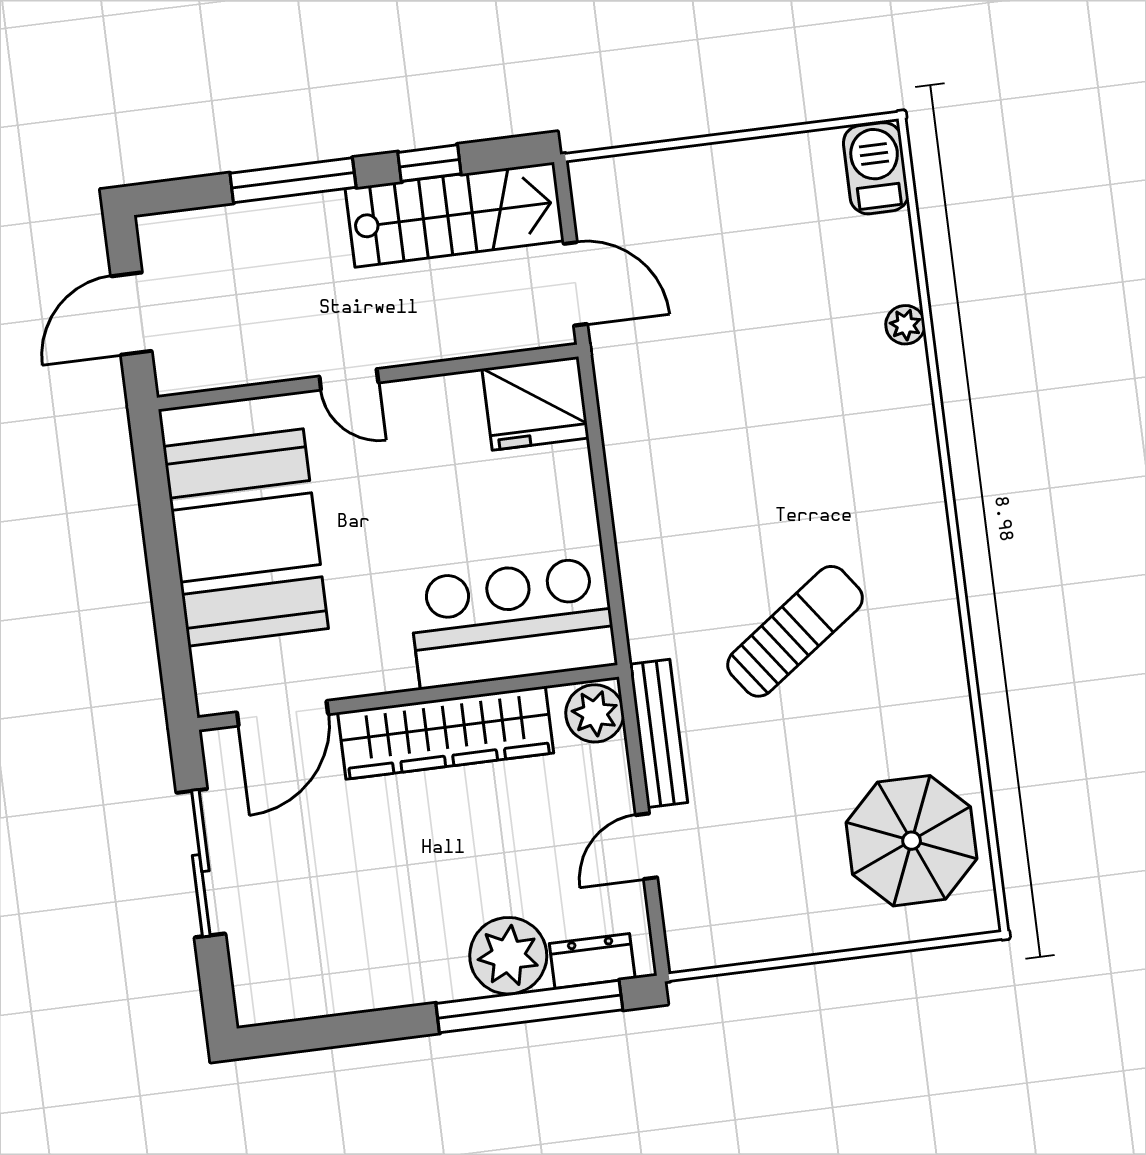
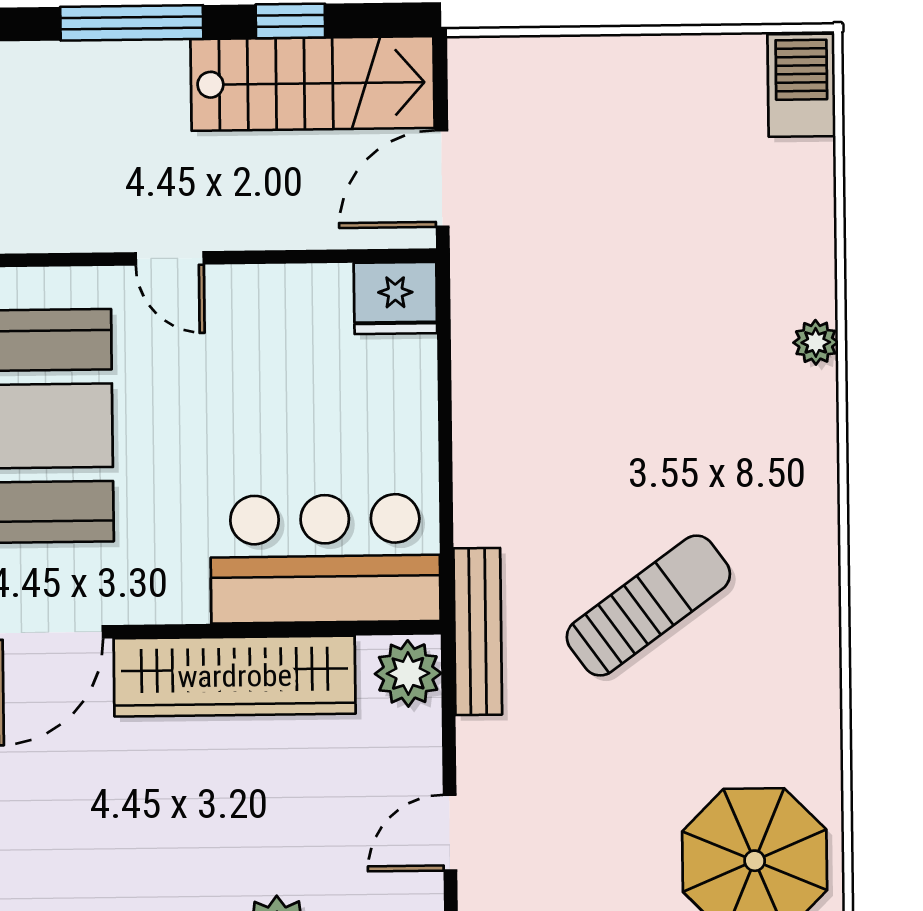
door: (575, 284) -> (442, 179), swing flipped
plant: (905, 325) -> (816, 342), moved
fridge: (535, 403) -> (395, 298), width x0.73, depth x0.75
bench: (659, 733) -> (478, 632), moved

